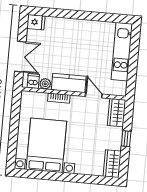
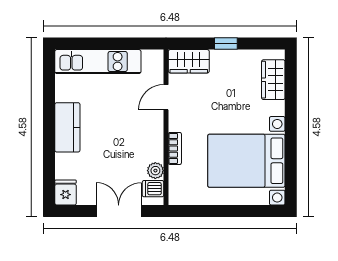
kitchen counter: (69, 83) -> (67, 127), moved, turned 180
wardrobe: (112, 164) -> (273, 80), moved, turned 90

